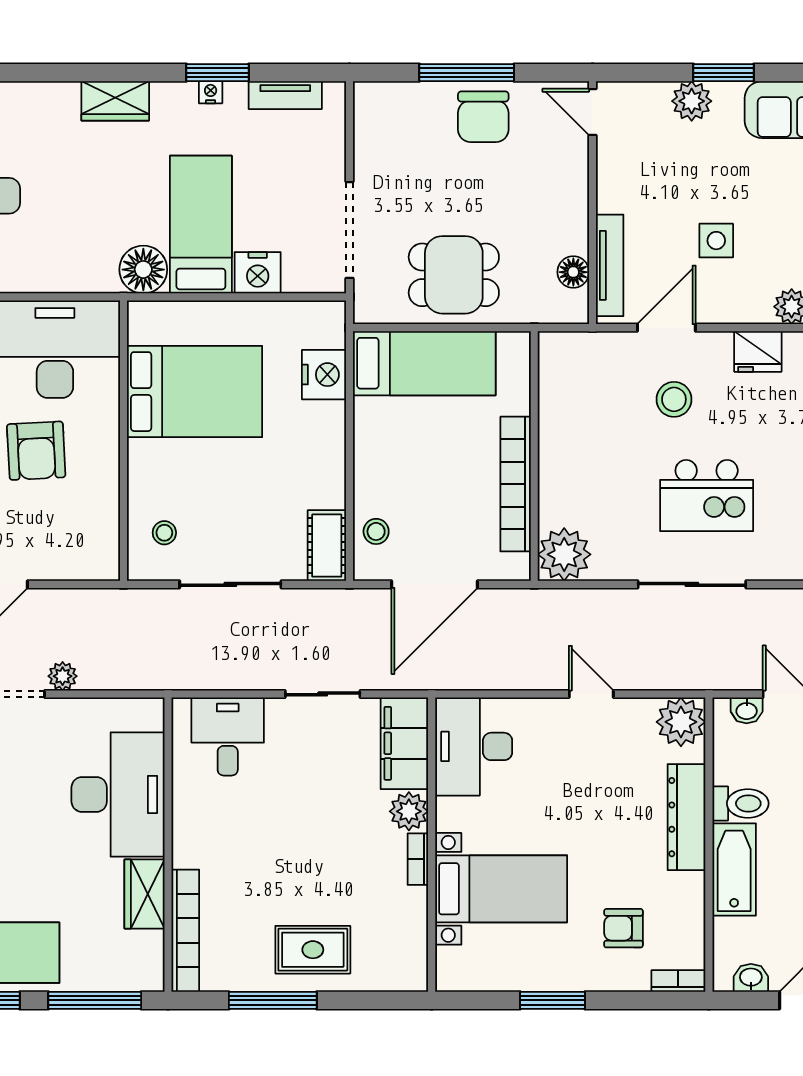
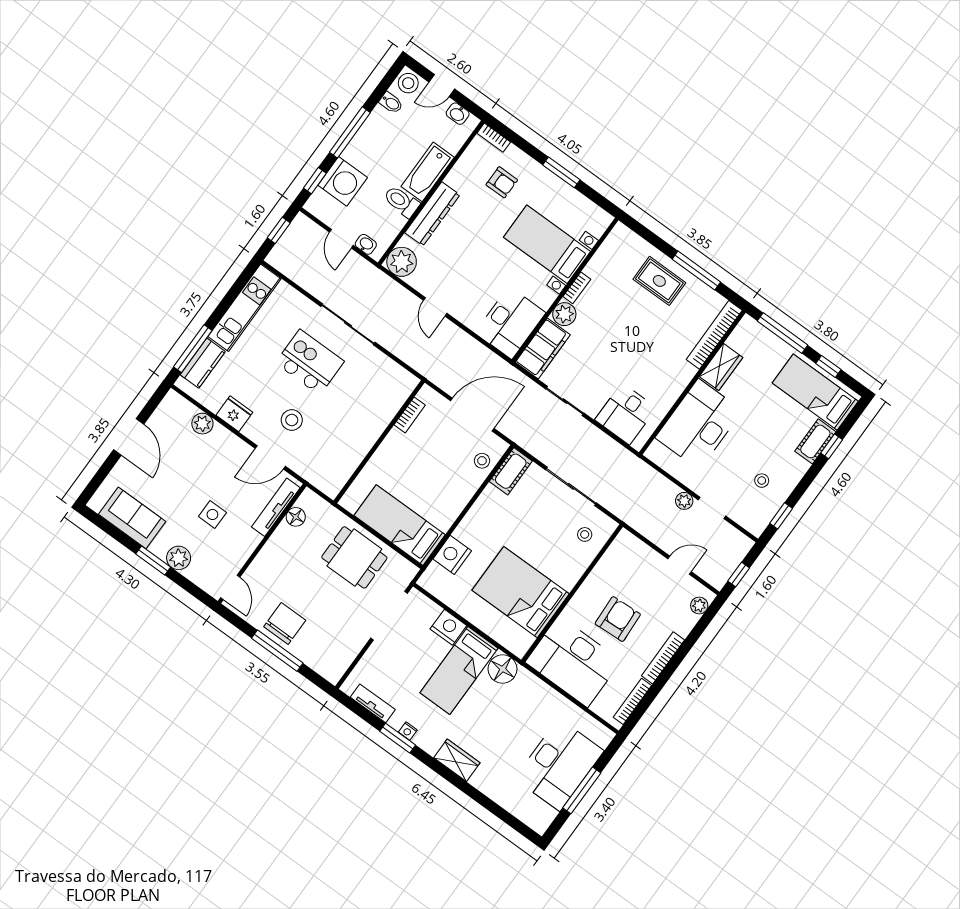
side table: (716, 241) -> (212, 514), moved
bookcase: (516, 484) -> (410, 415), width x0.43, depth x0.76
plant: (564, 554) -> (399, 384), removed

